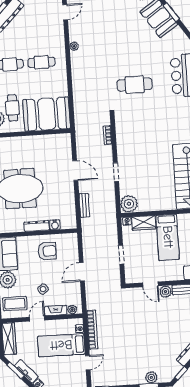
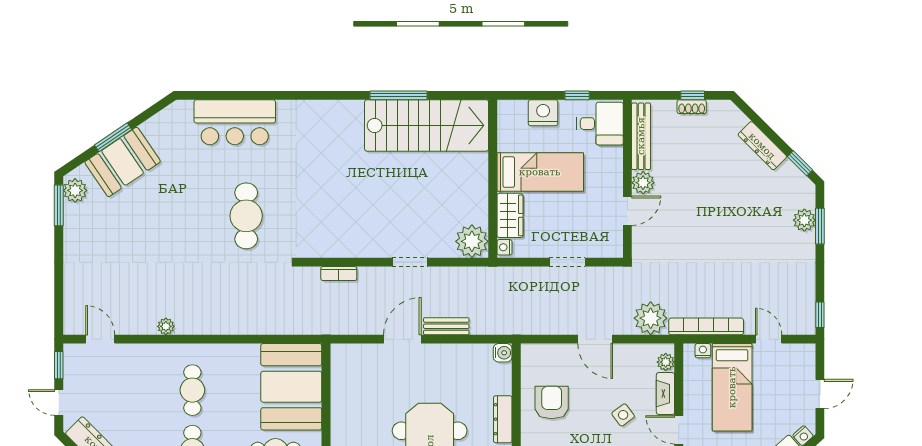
bench: (84, 205) -> (446, 326), moved
water cooler: (55, 225) -> (503, 353), moved
plant: (95, 300) -> (651, 318), added

